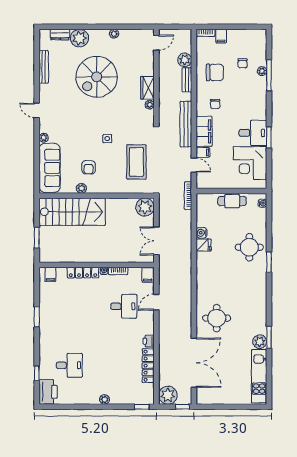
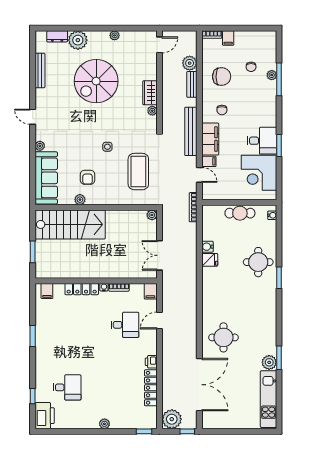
plant: (145, 207) -> (152, 215), width x0.53, depth x0.53

